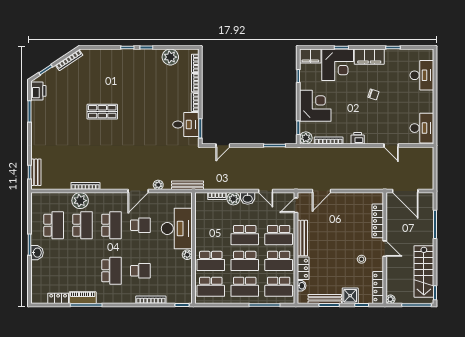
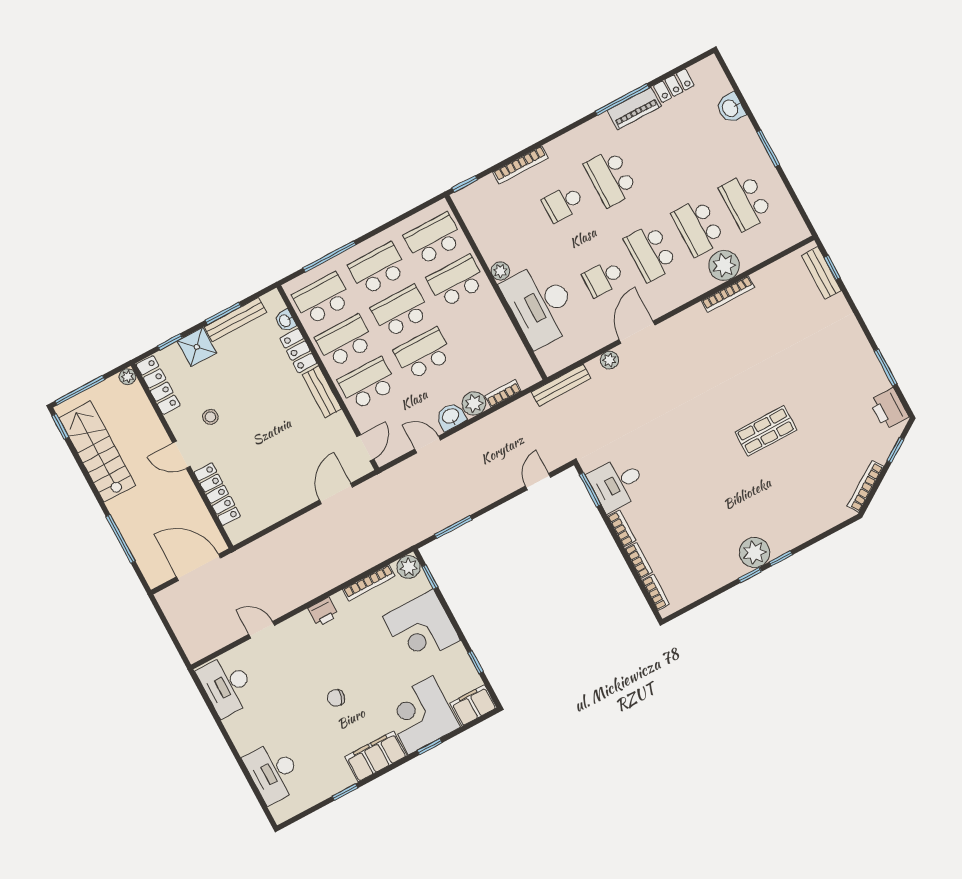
plant: (170, 57) -> (754, 552), moved
bench: (302, 238) -> (322, 392), width x0.73
washbasin: (37, 253) -> (731, 108), moved

